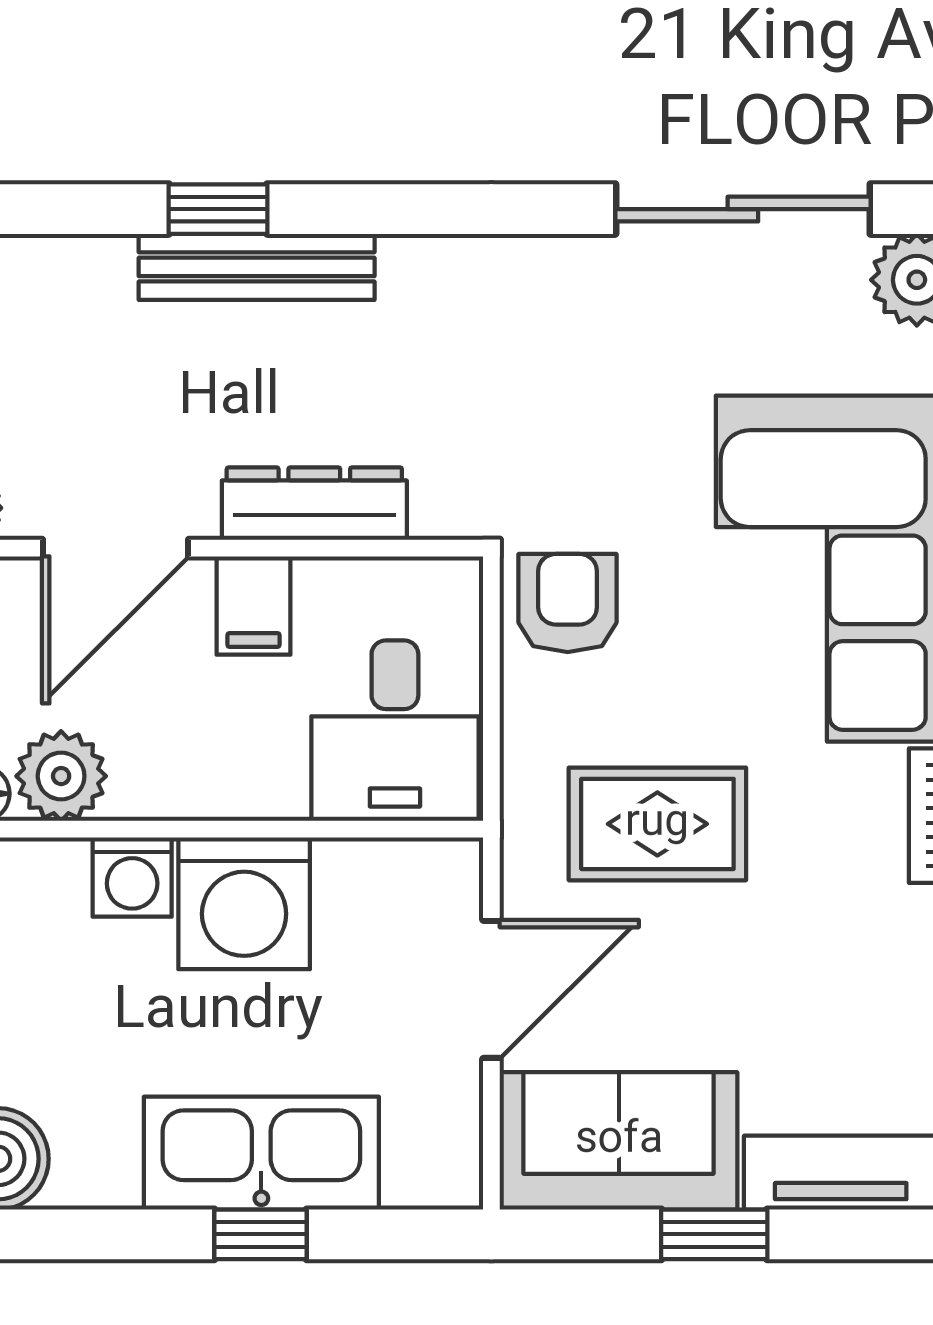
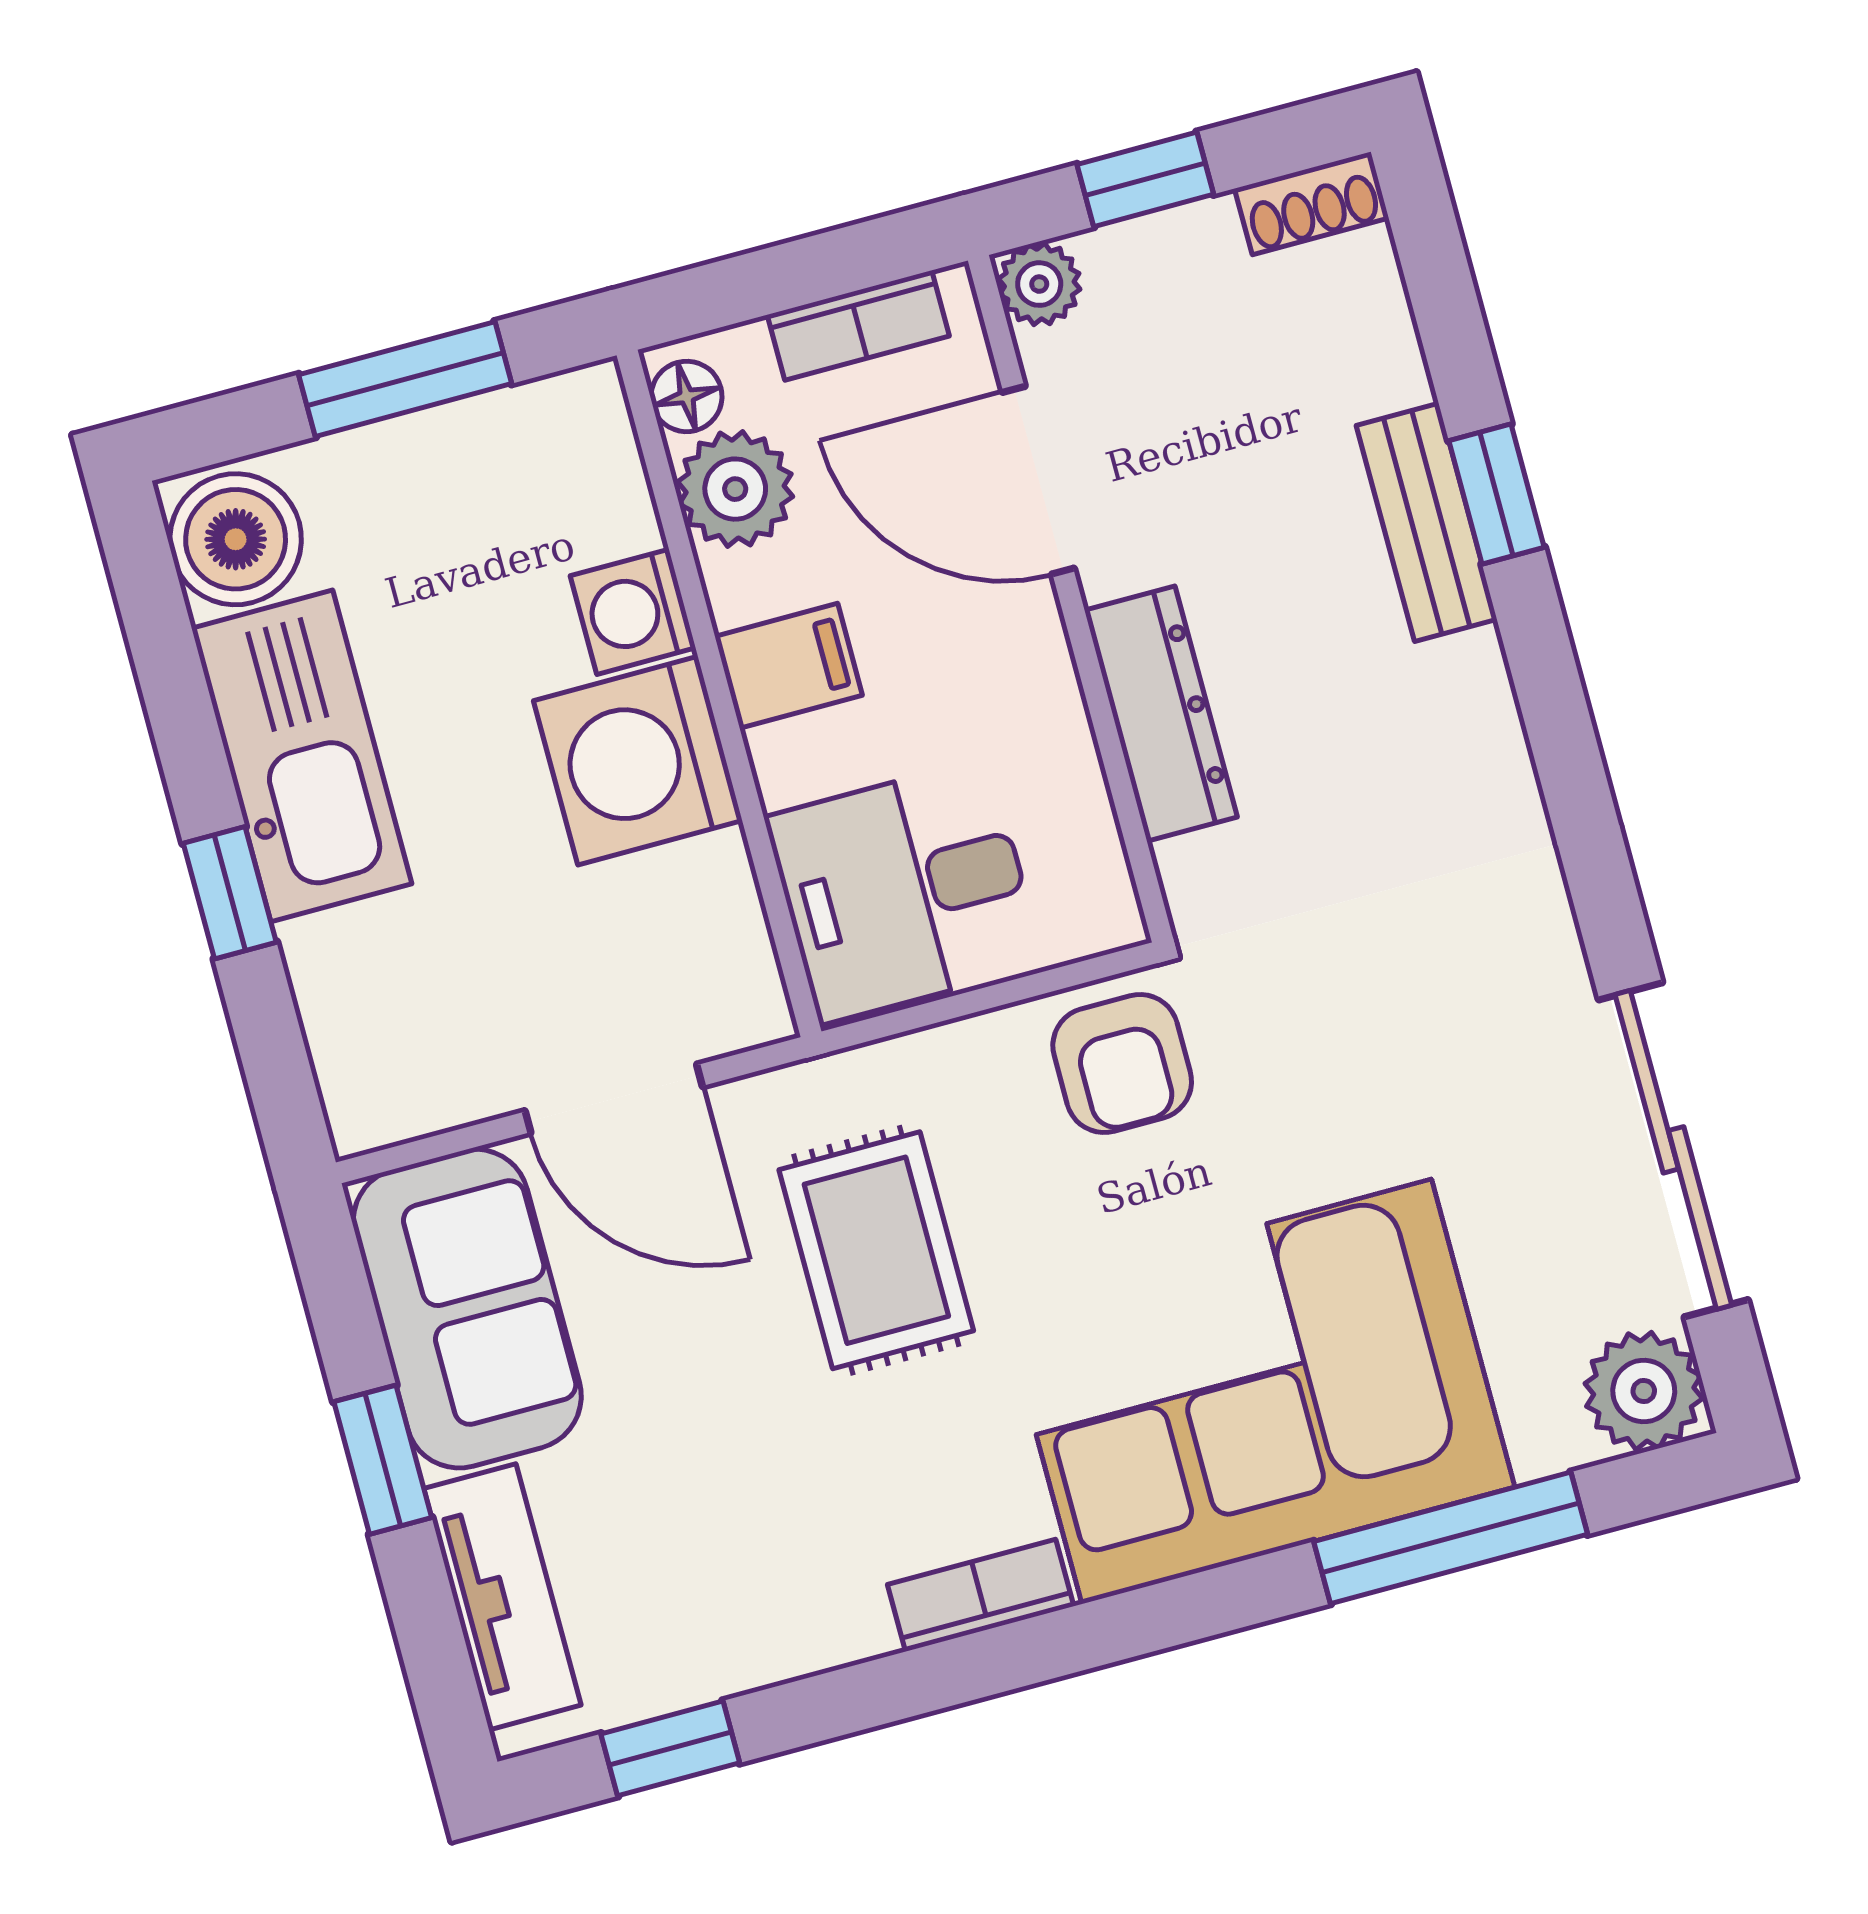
bench: (257, 267) -> (1427, 522), width x0.73
armchair: (568, 603) -> (1122, 1064), turned 90
filing cabinet: (253, 606) -> (789, 666), moved, turned 180
kitchen sink: (261, 1153) -> (302, 756), moved

